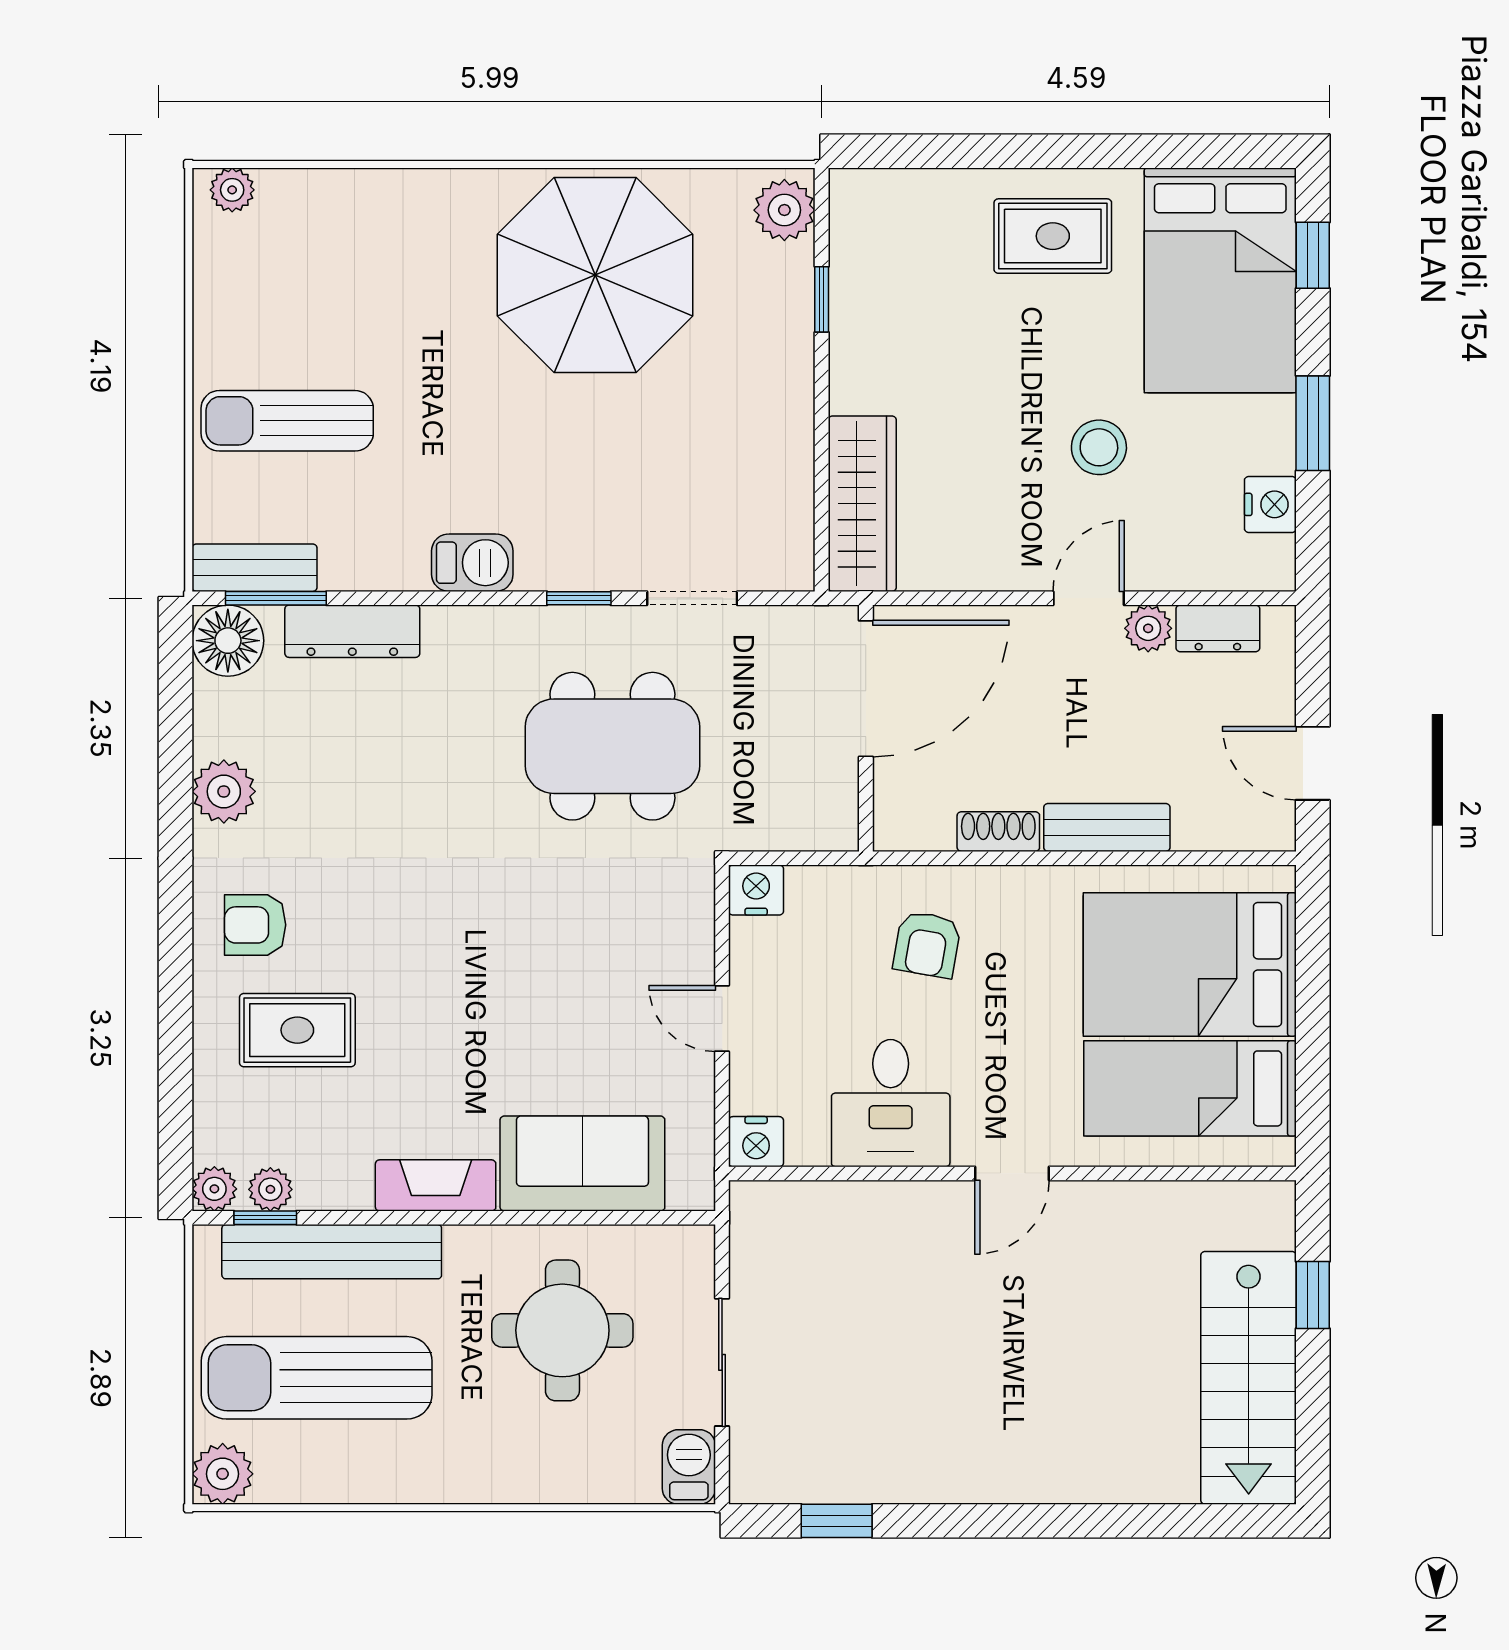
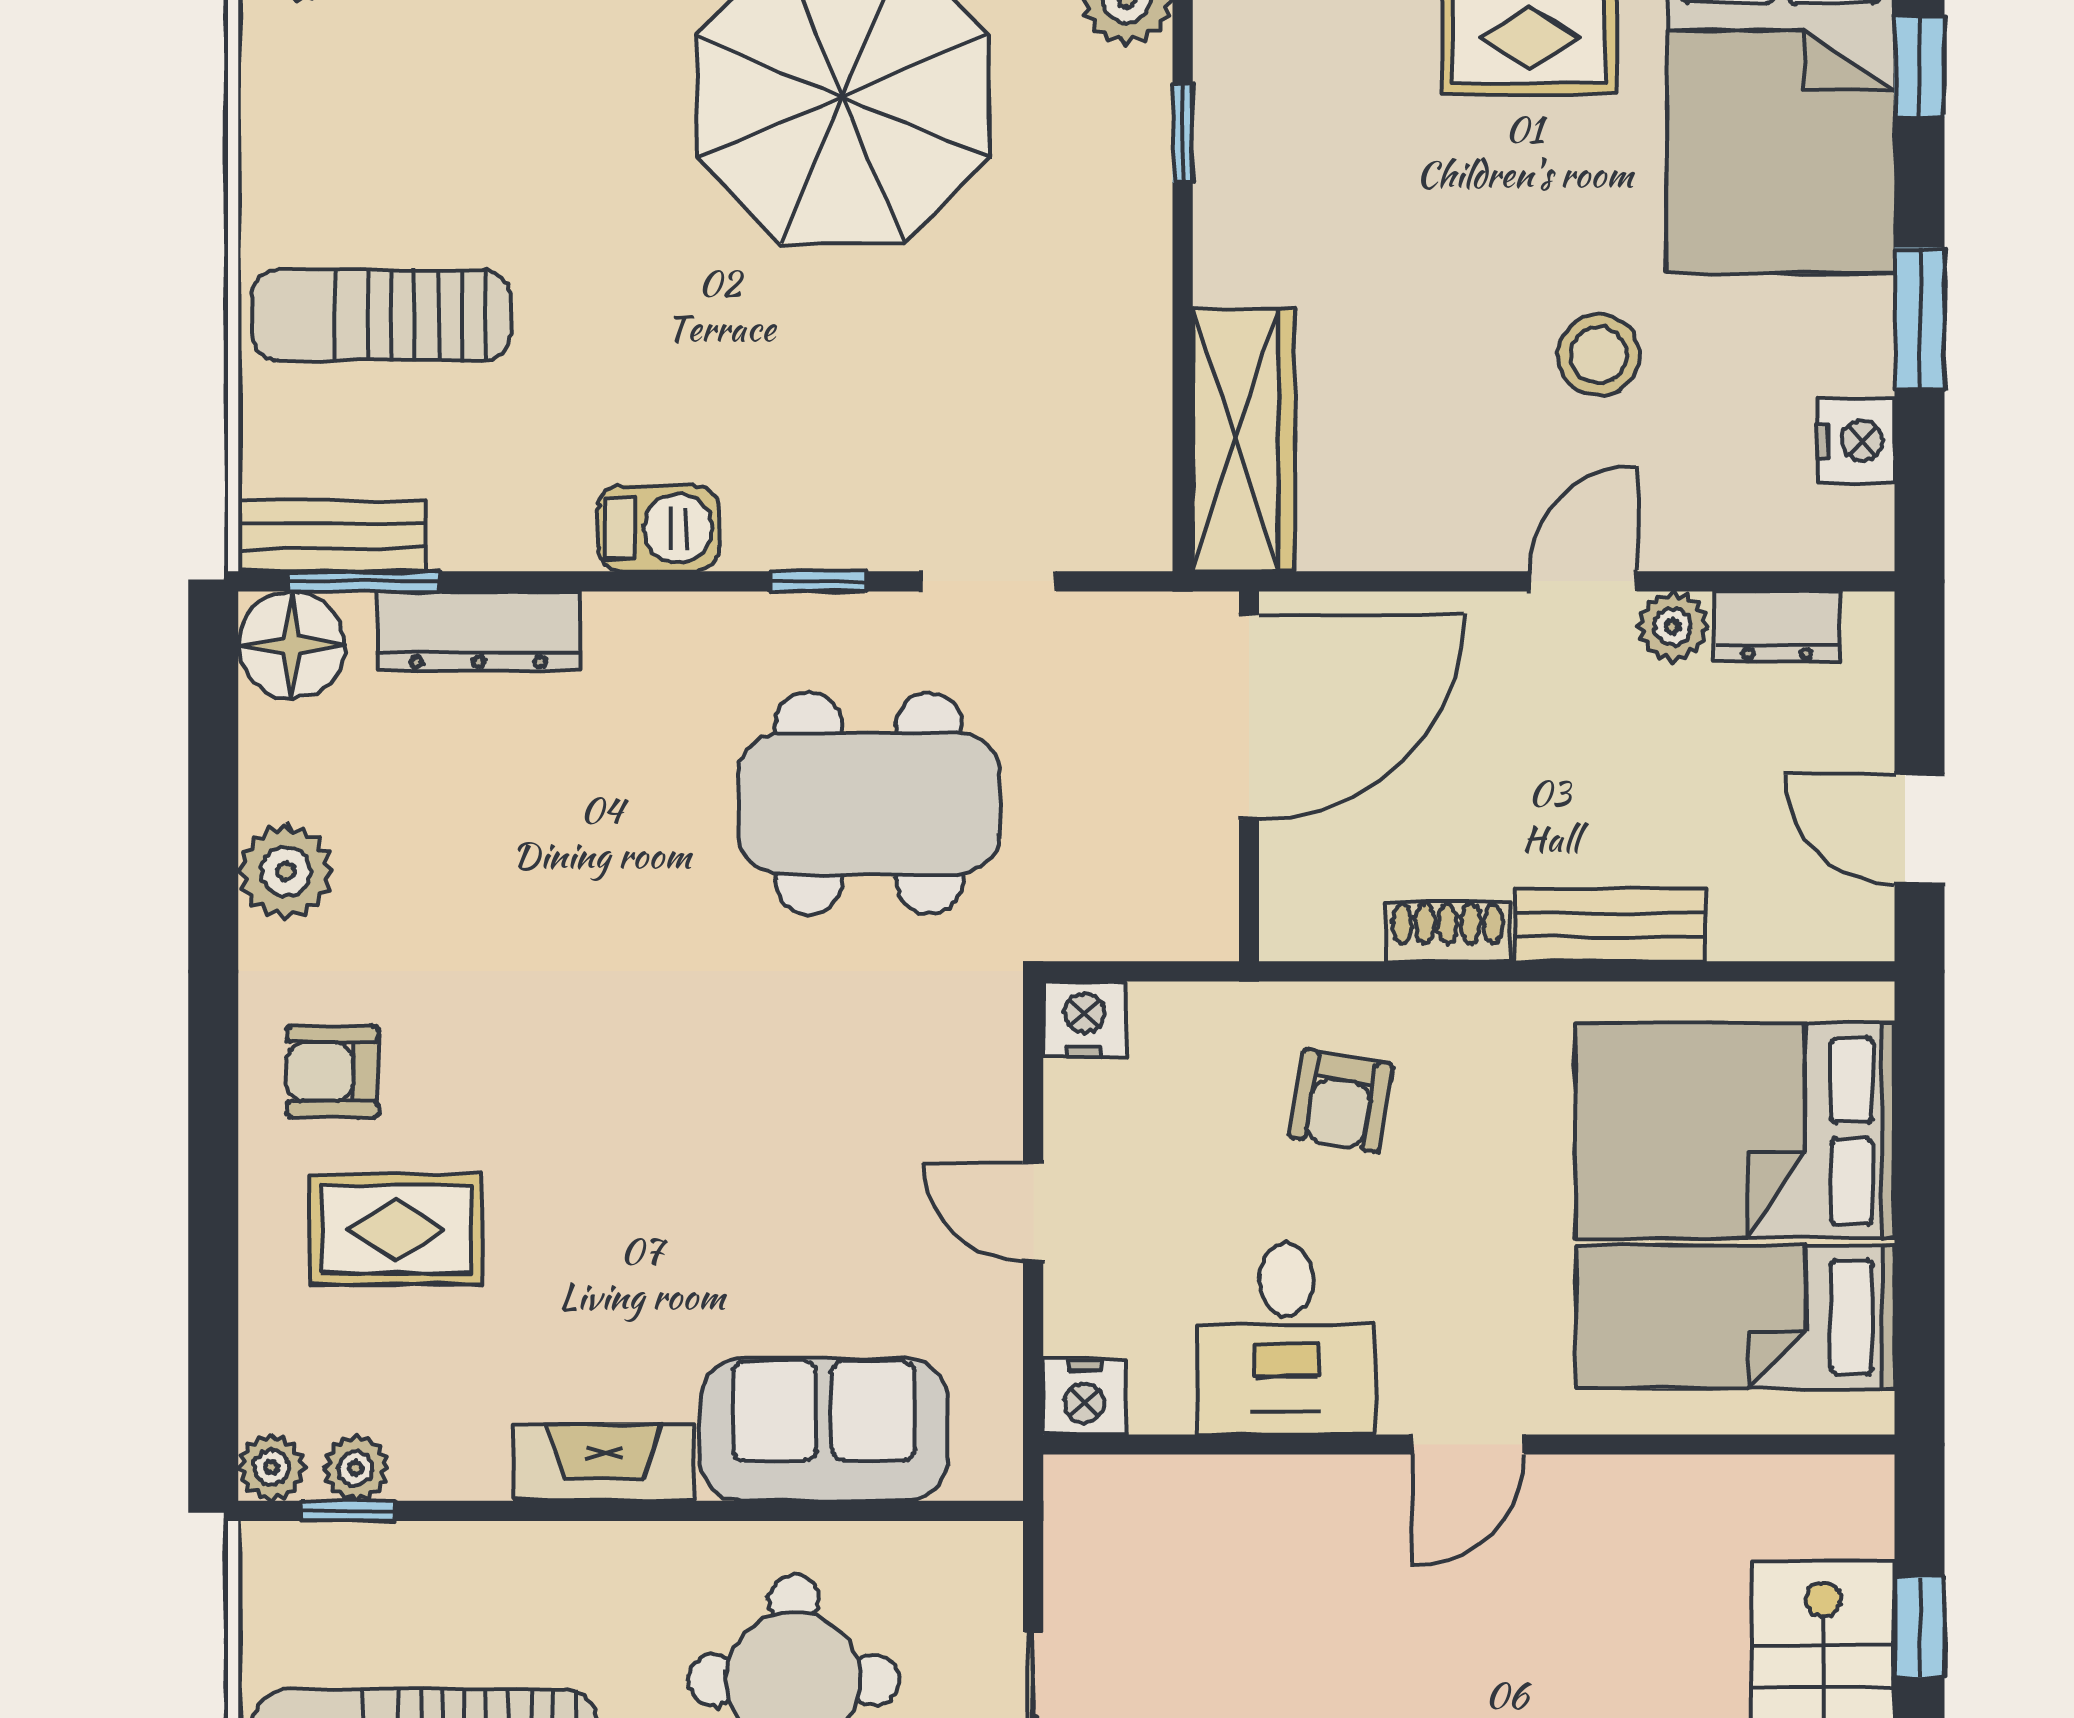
bench: (332, 1252) -> (448, 1562), removed

